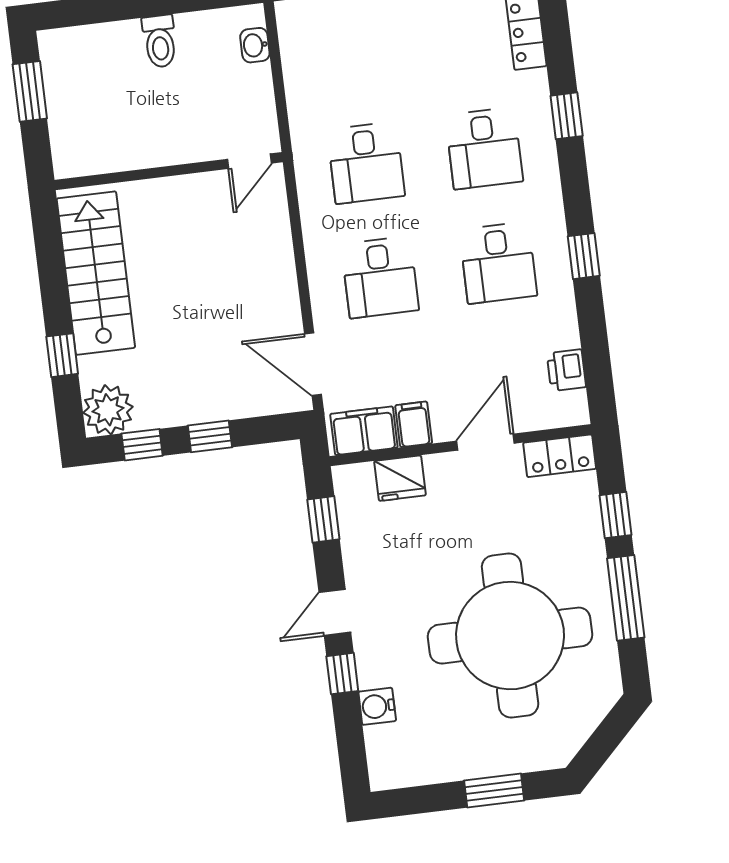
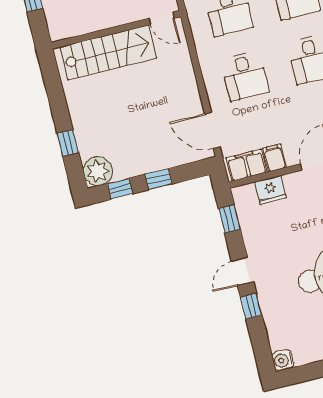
door: (249, 161) -> (162, 18), hinge flipped
stairs: (96, 273) -> (108, 52), moved, turned 90
water cooler: (377, 706) -> (283, 360), moved

